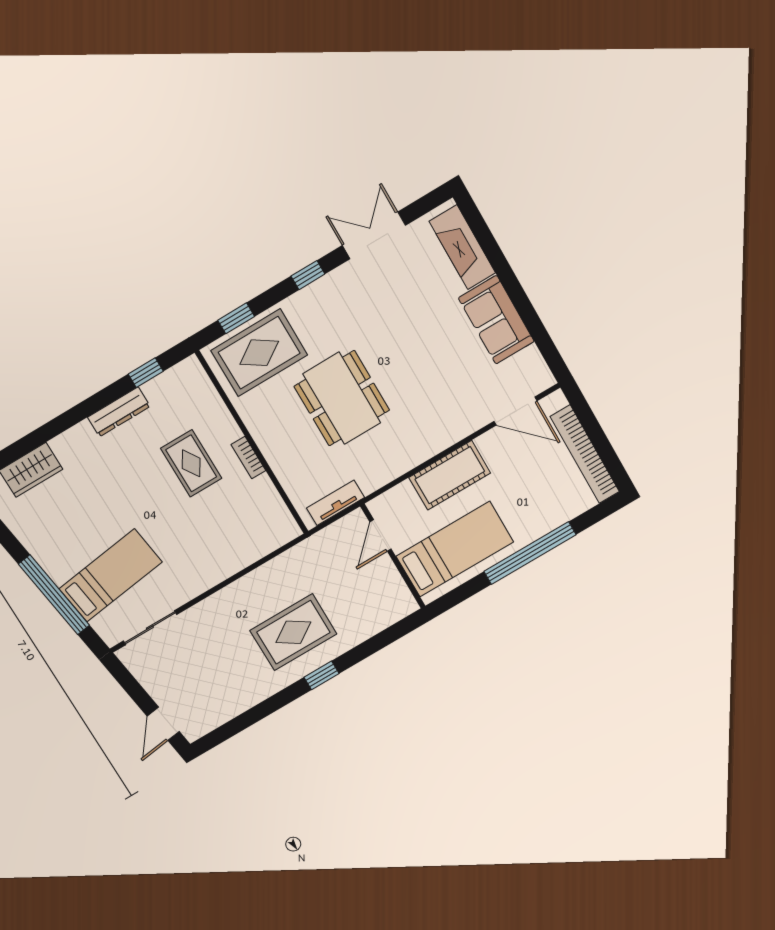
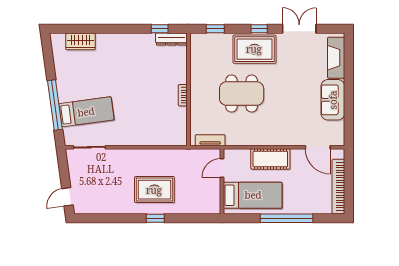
rug: (259, 353) -> (254, 49), moved
dining table: (342, 398) -> (242, 94), turned 90
dresser: (119, 412) -> (171, 39), moved
rug: (191, 463) -> (155, 82), removed

